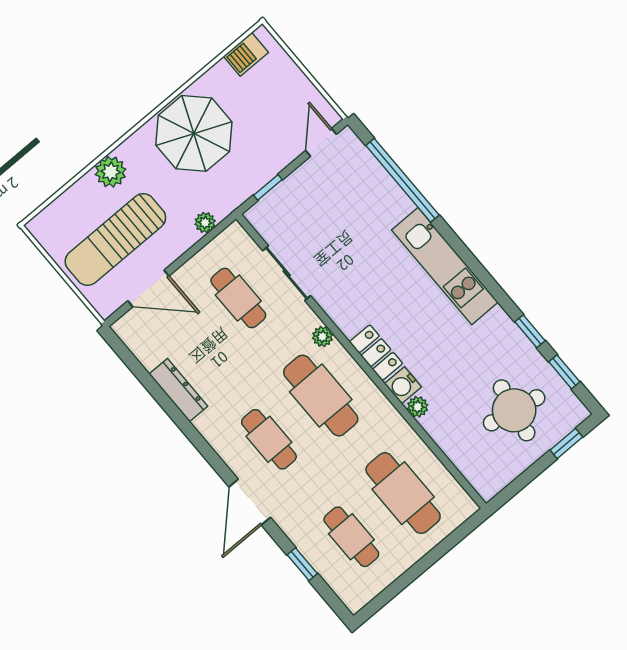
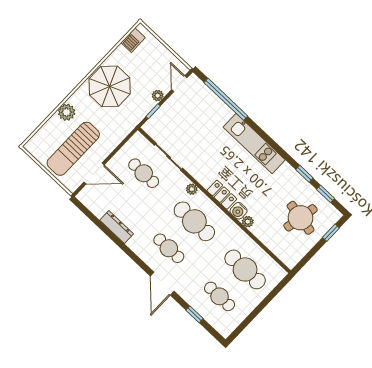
plant: (205, 223) -> (158, 96), moved

